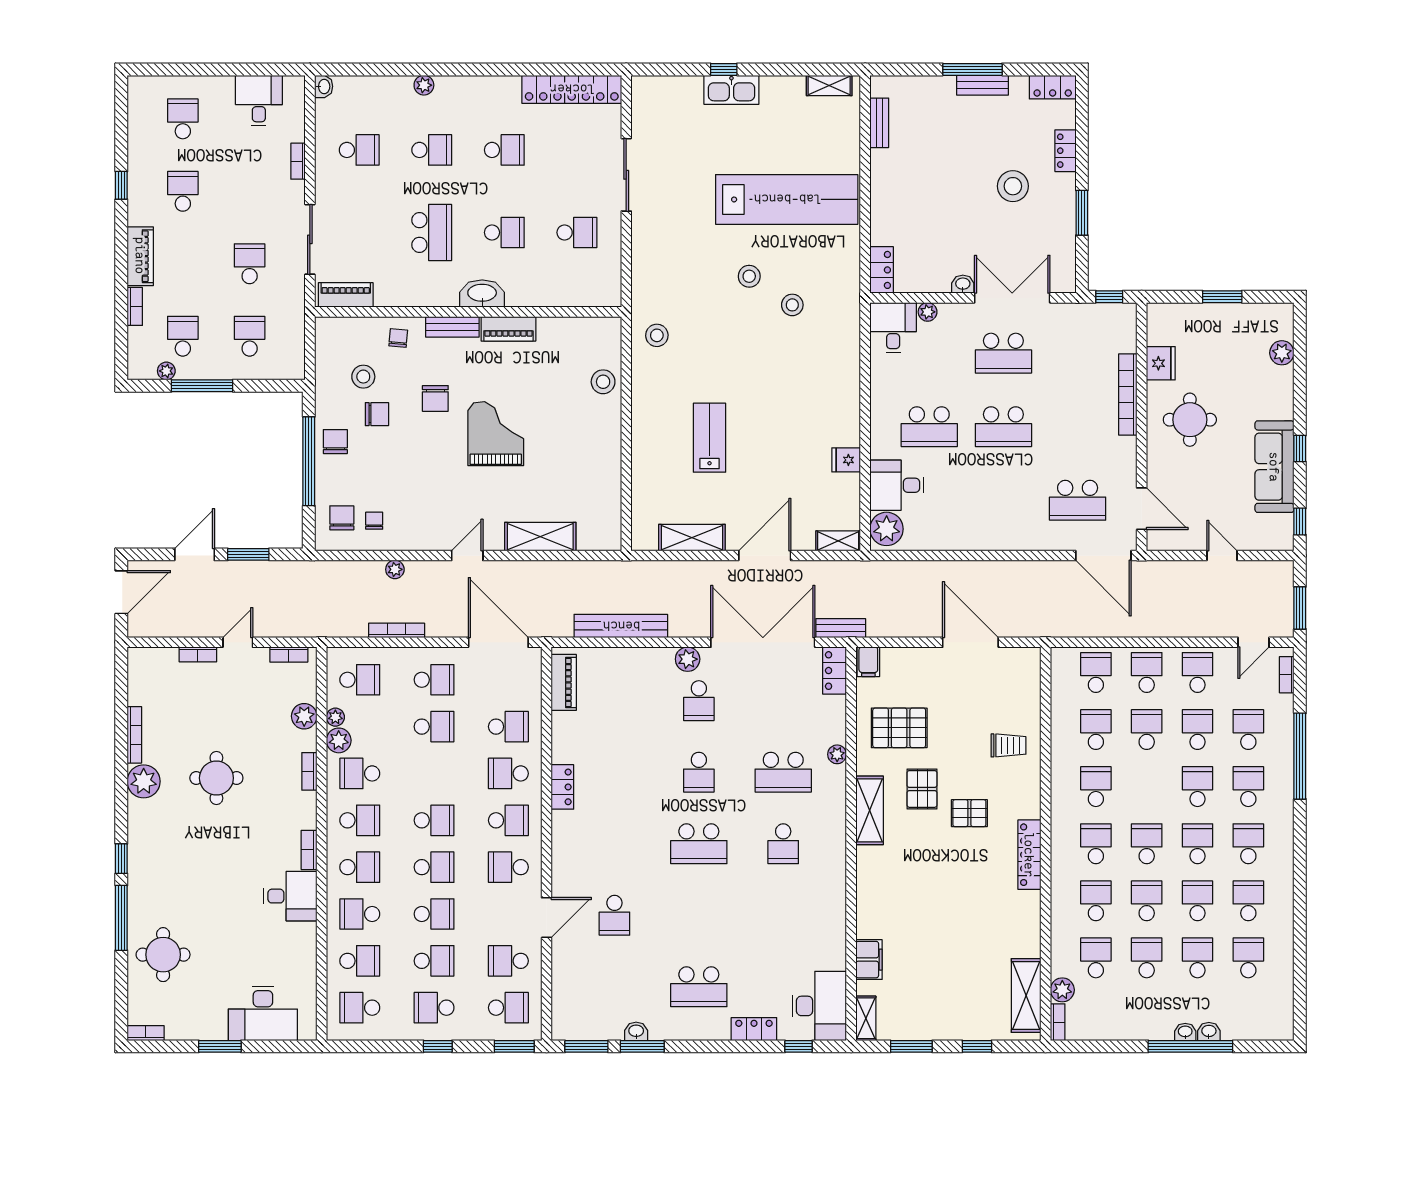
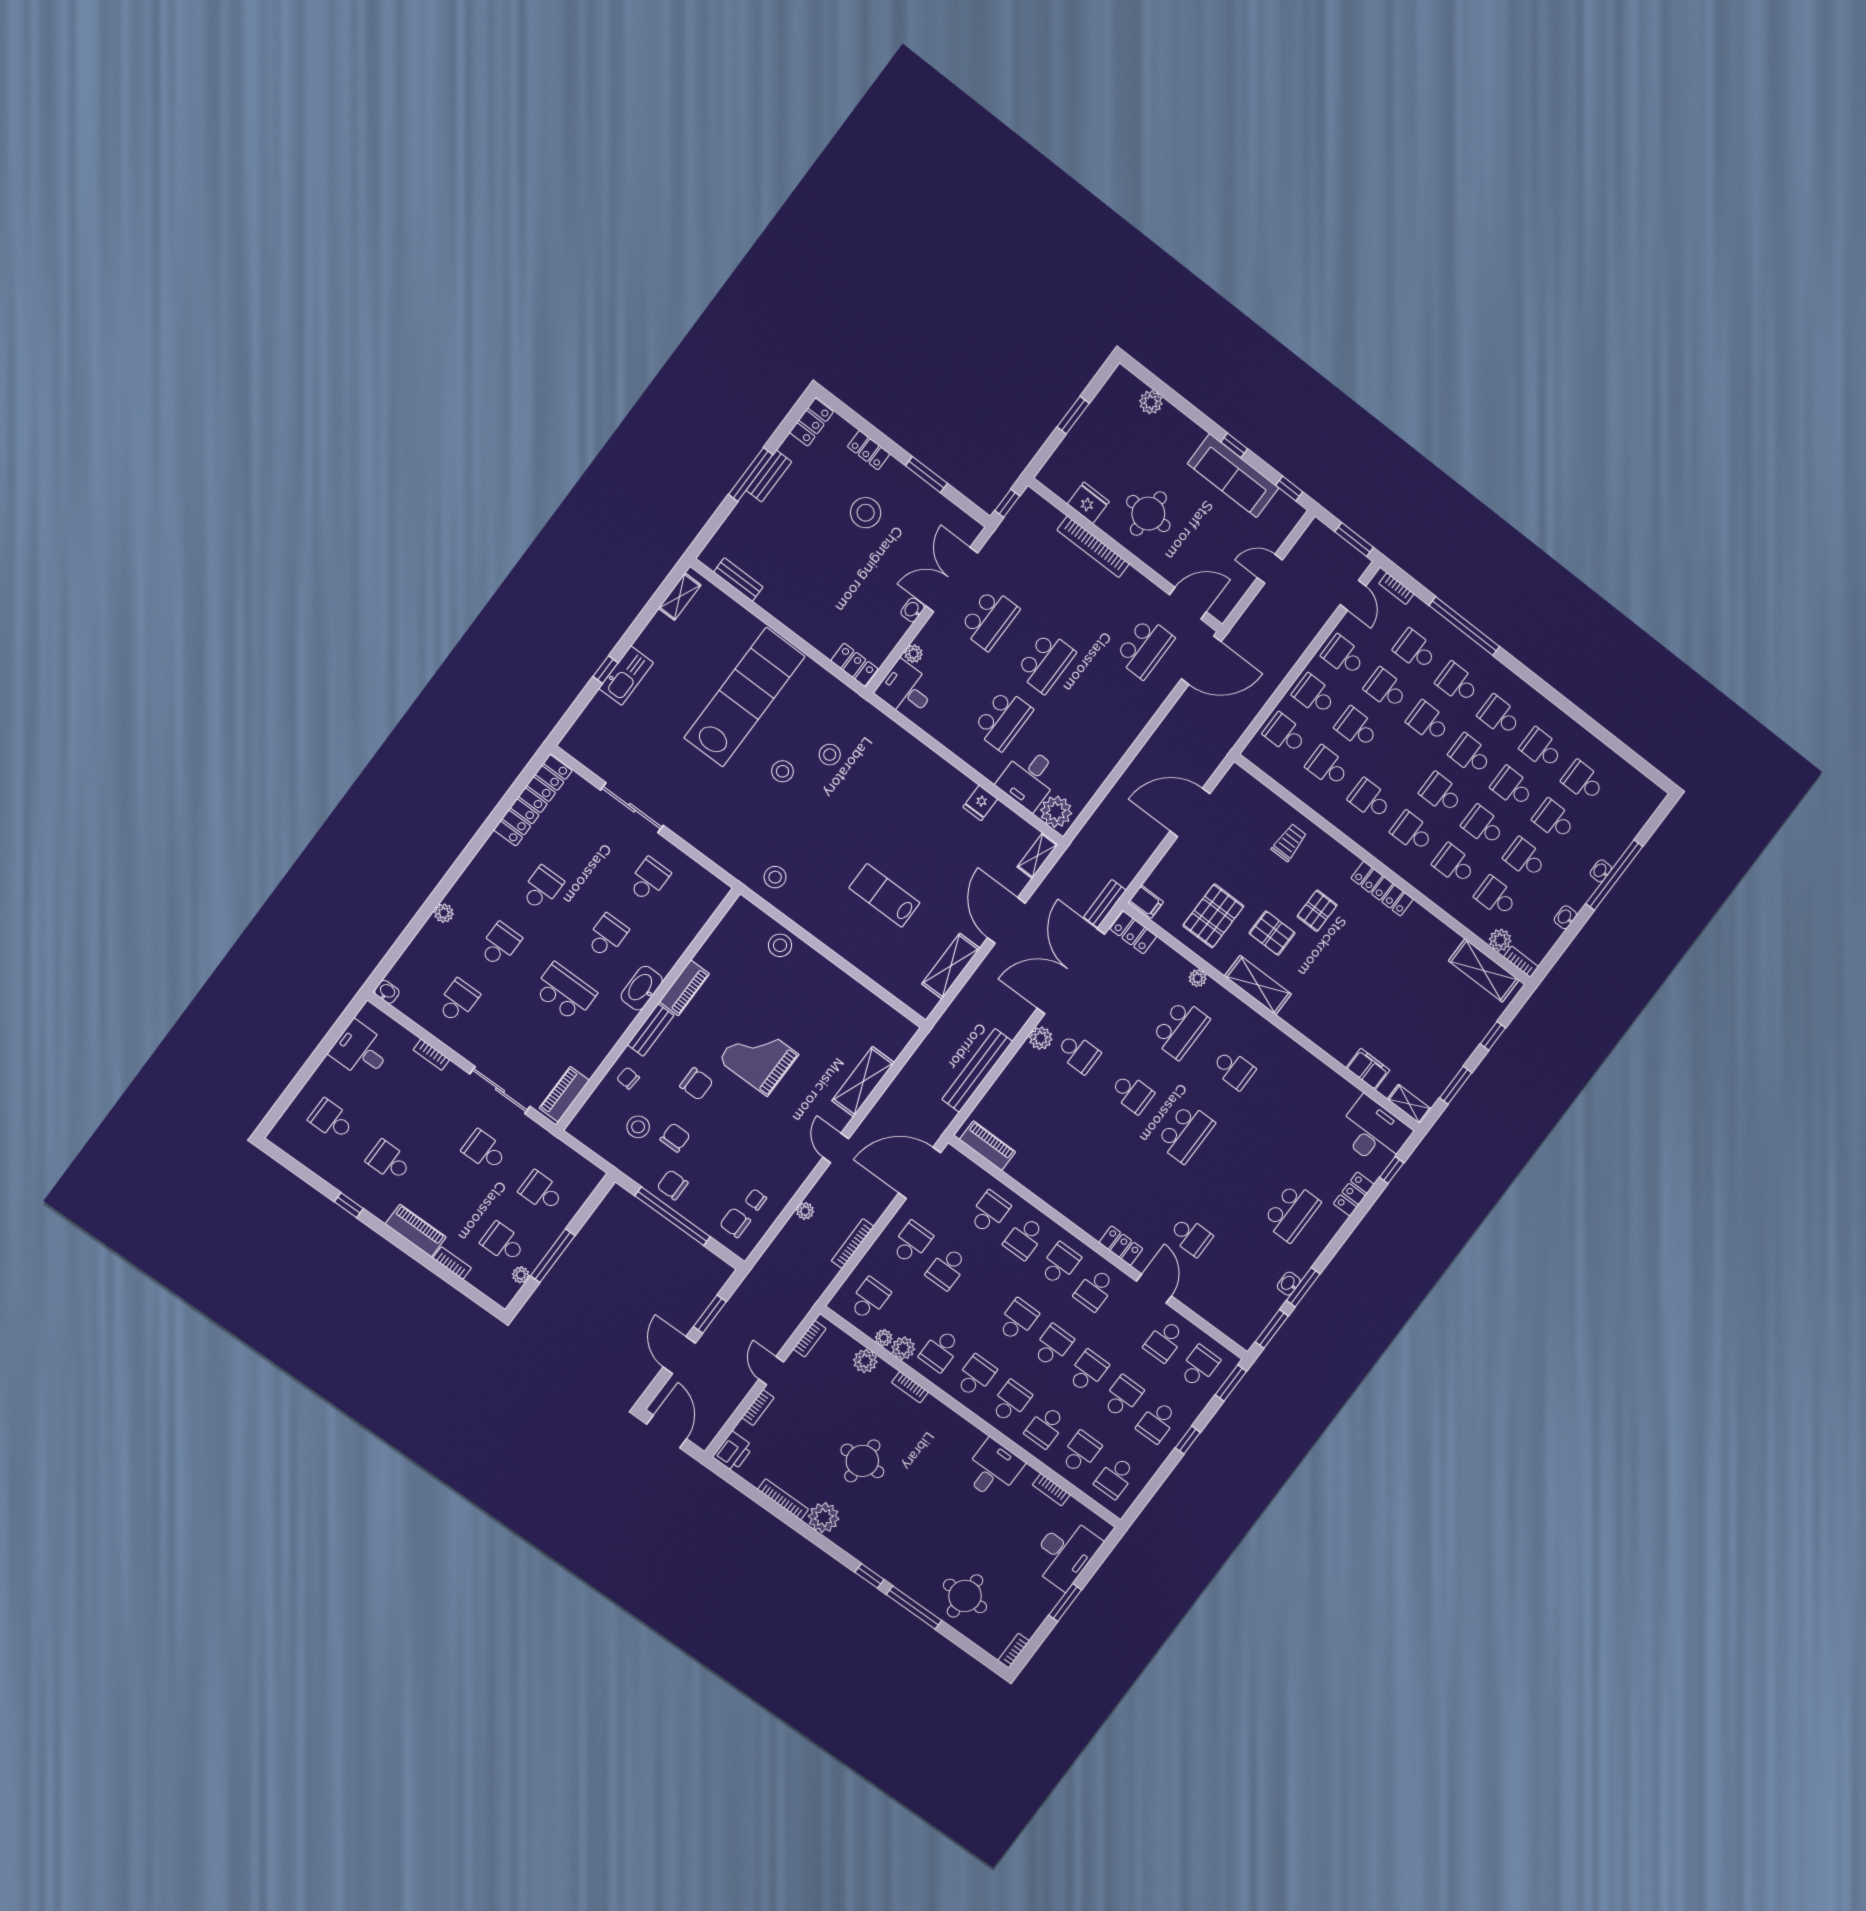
printer: (145, 661) -> (733, 1452), added
school desk: (434, 727) -> (947, 1268), turned 180
locker: (562, 787) -> (1121, 1246), moved
bookcase: (309, 850) -> (1051, 1490), moved
washbasin: (1209, 1031) -> (1565, 917), moved

